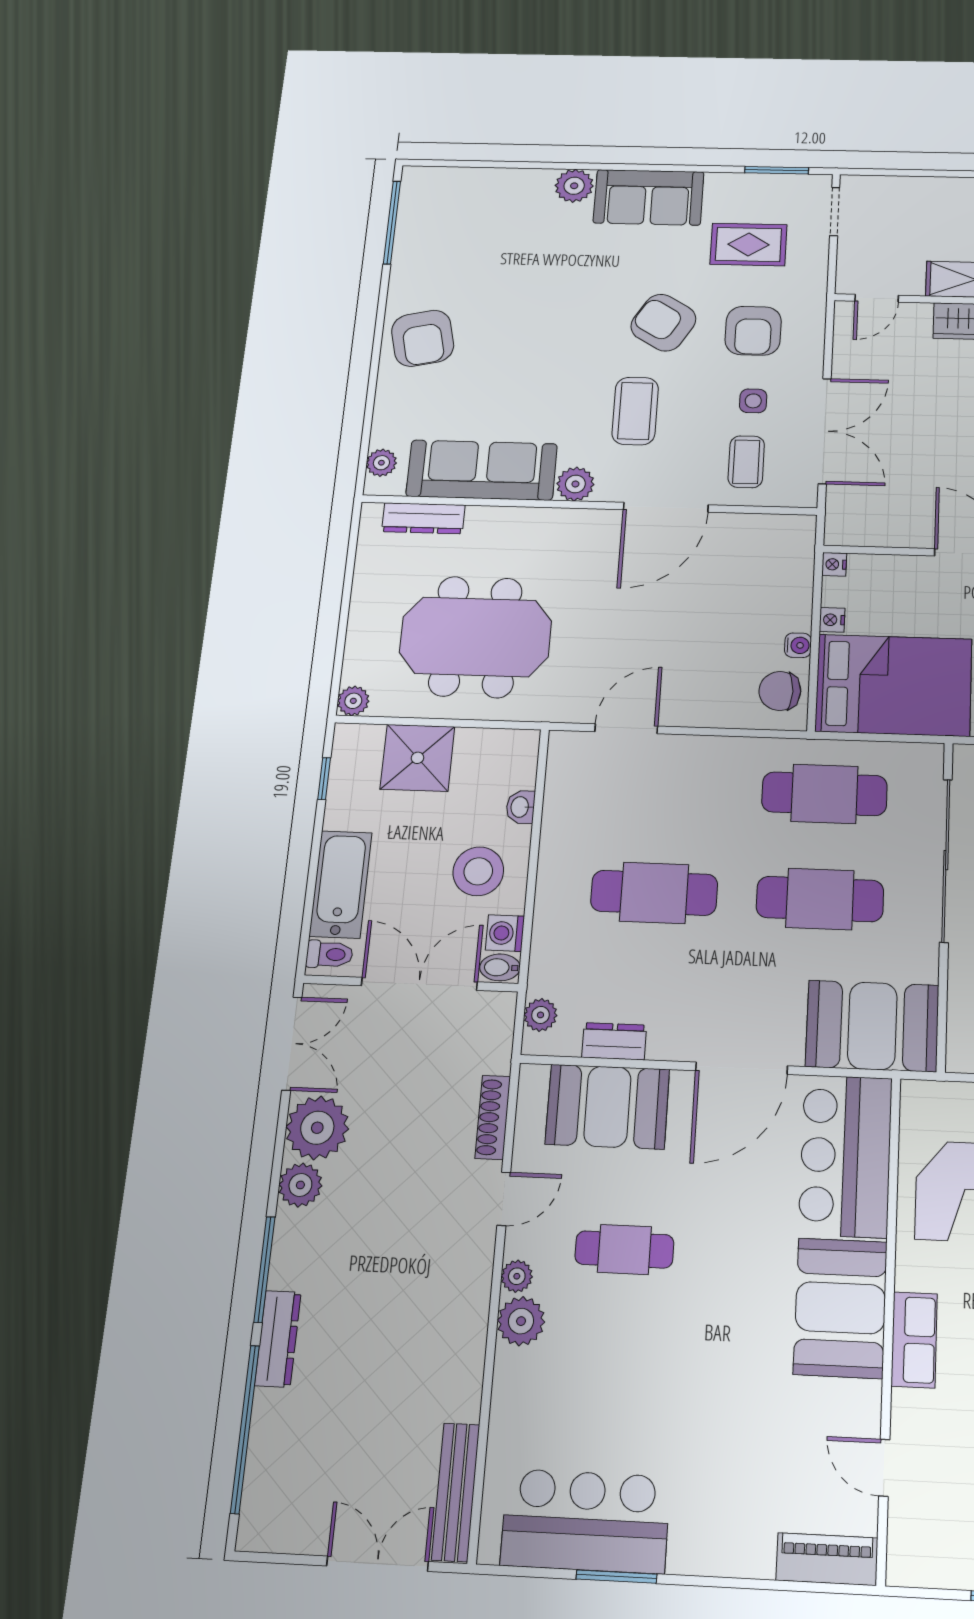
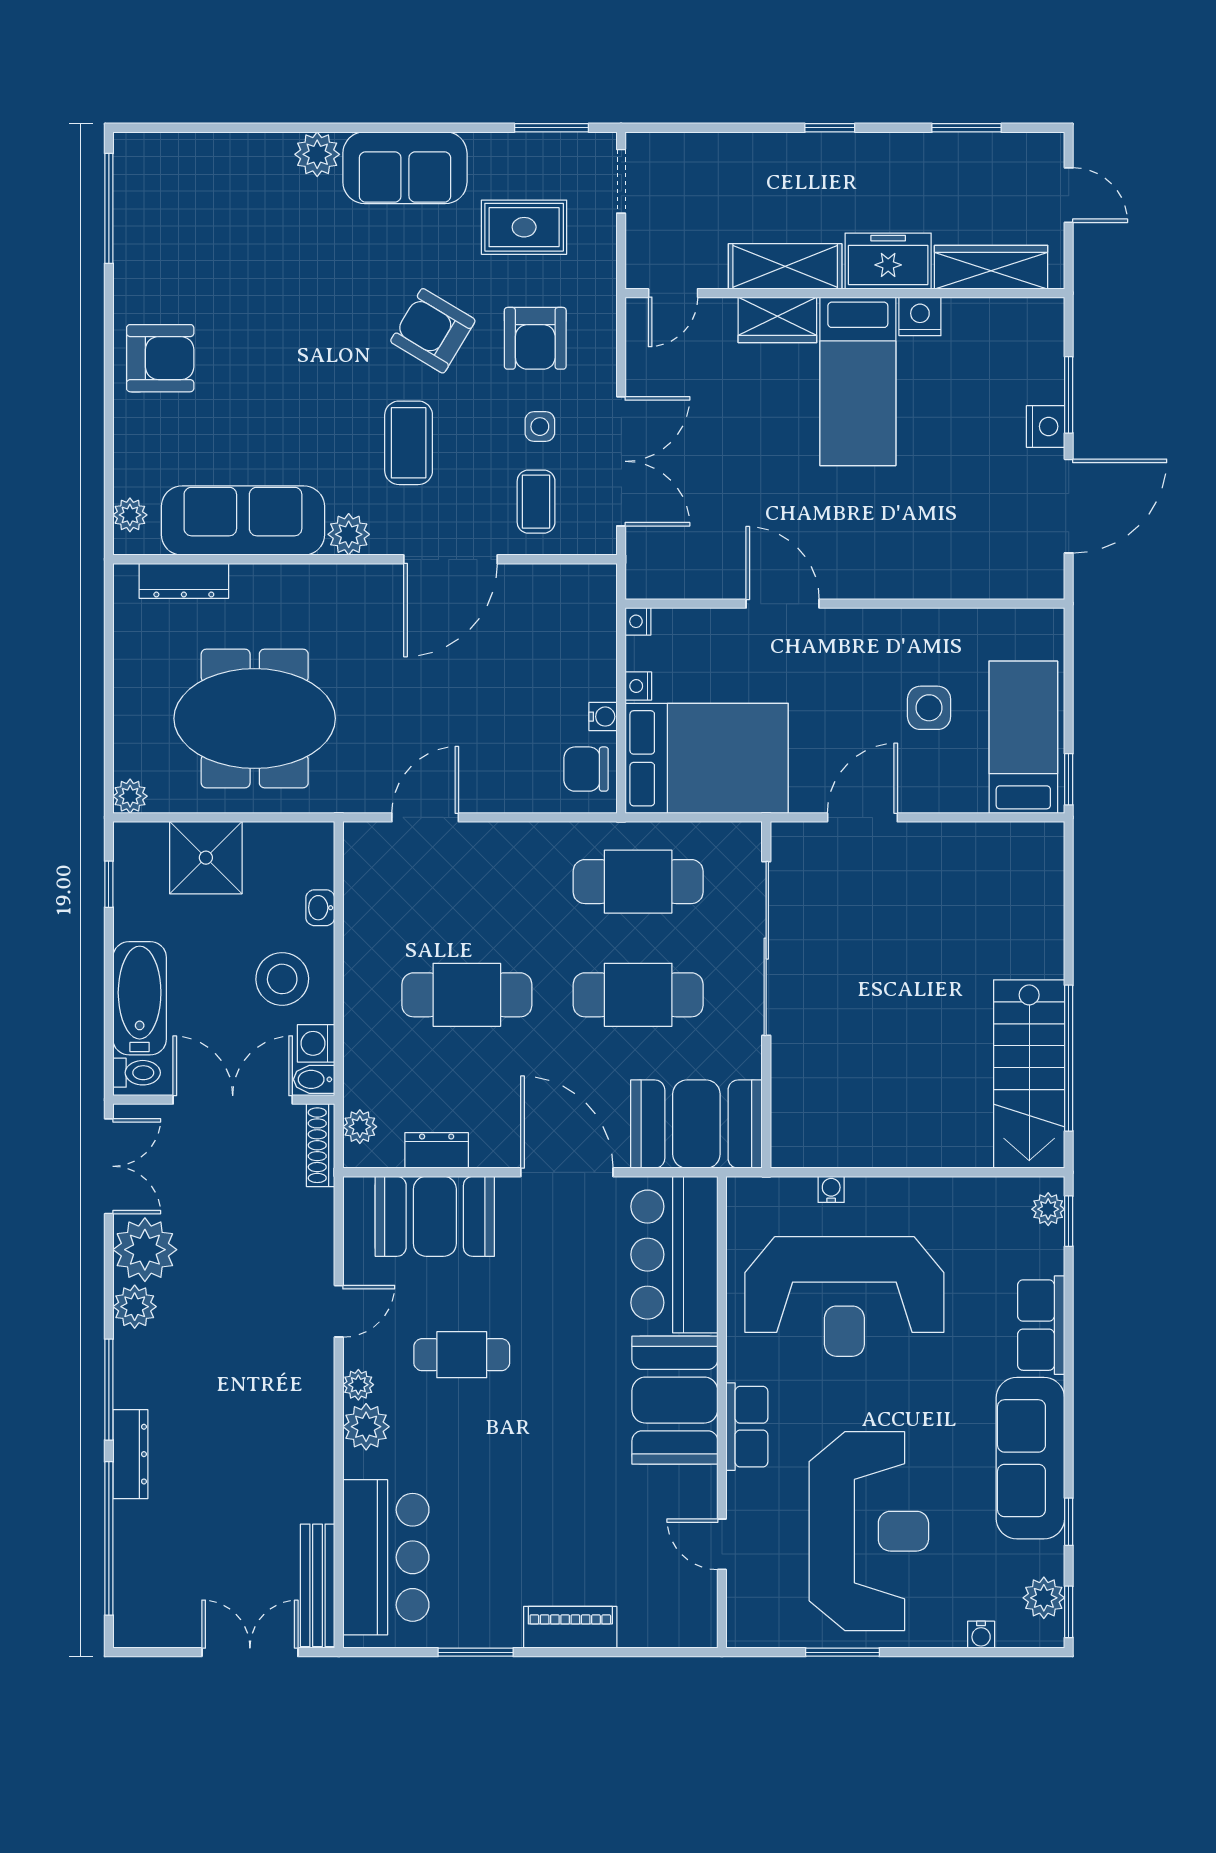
armchair: (423, 338) -> (160, 358), turned -77
door: (742, 1068) -> (567, 1172), swing flipped
shoe rack: (493, 1117) -> (321, 1145), moved
bar counter: (585, 1521) -> (386, 1557), moved, turned 90
piano: (827, 1559) -> (570, 1627), moved

